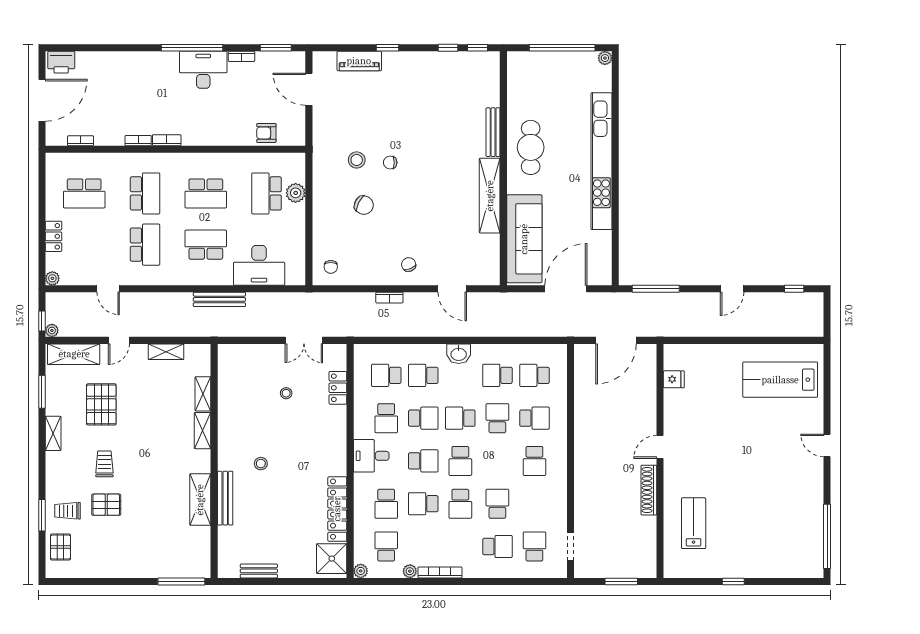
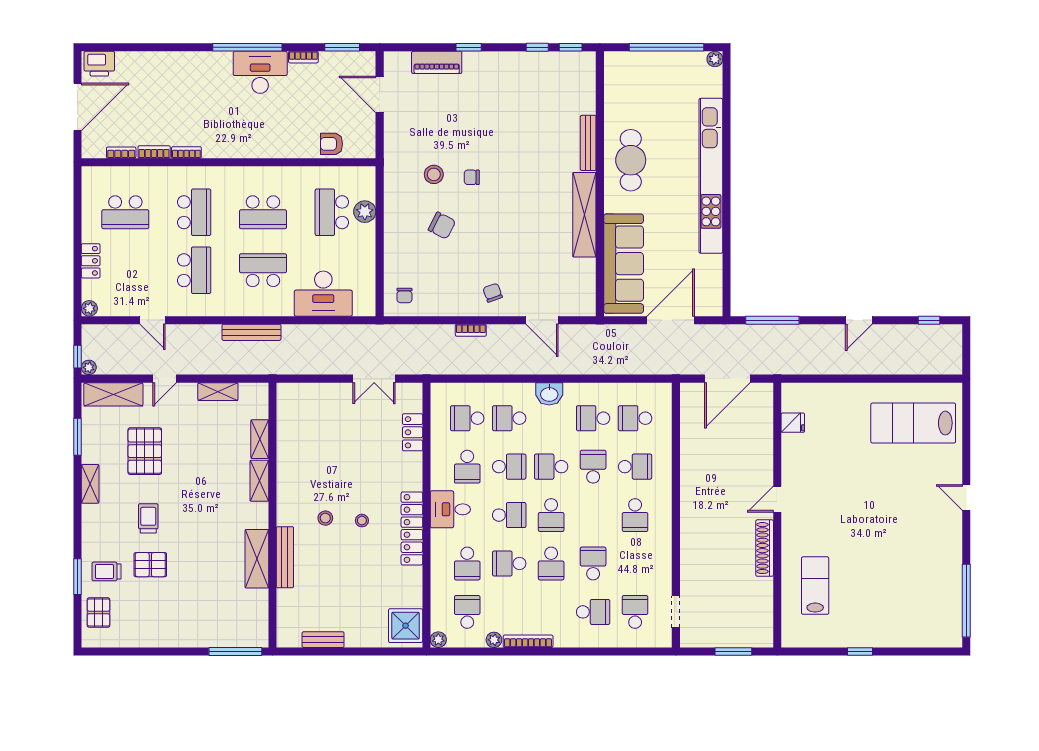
bookcase: (167, 140) -> (154, 152), moved
bench: (219, 299) -> (251, 332), moved
stool: (286, 393) -> (362, 521), moved
locker: (337, 509) -> (412, 528), moved

